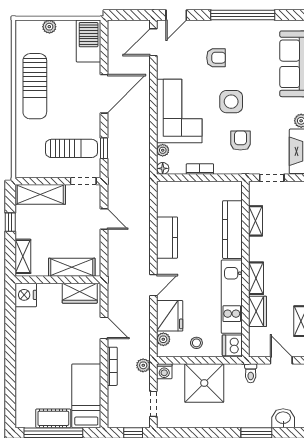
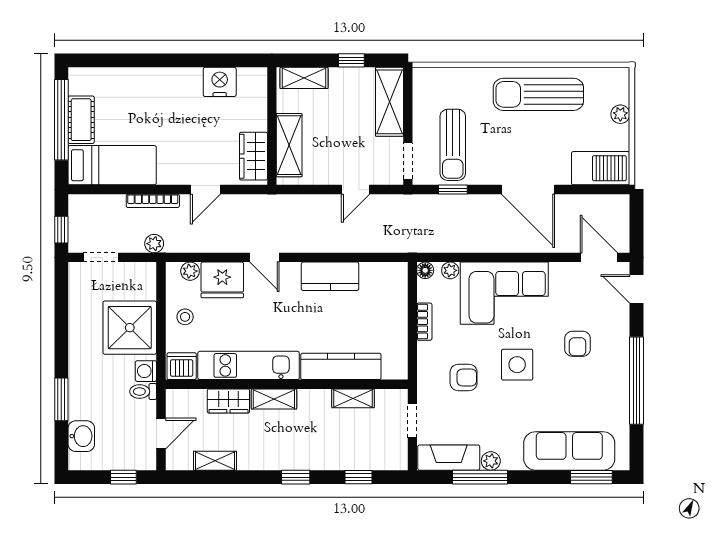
nightstand: (26, 295) -> (220, 82), moved
washing machine: (164, 371) -> (146, 371), moved

